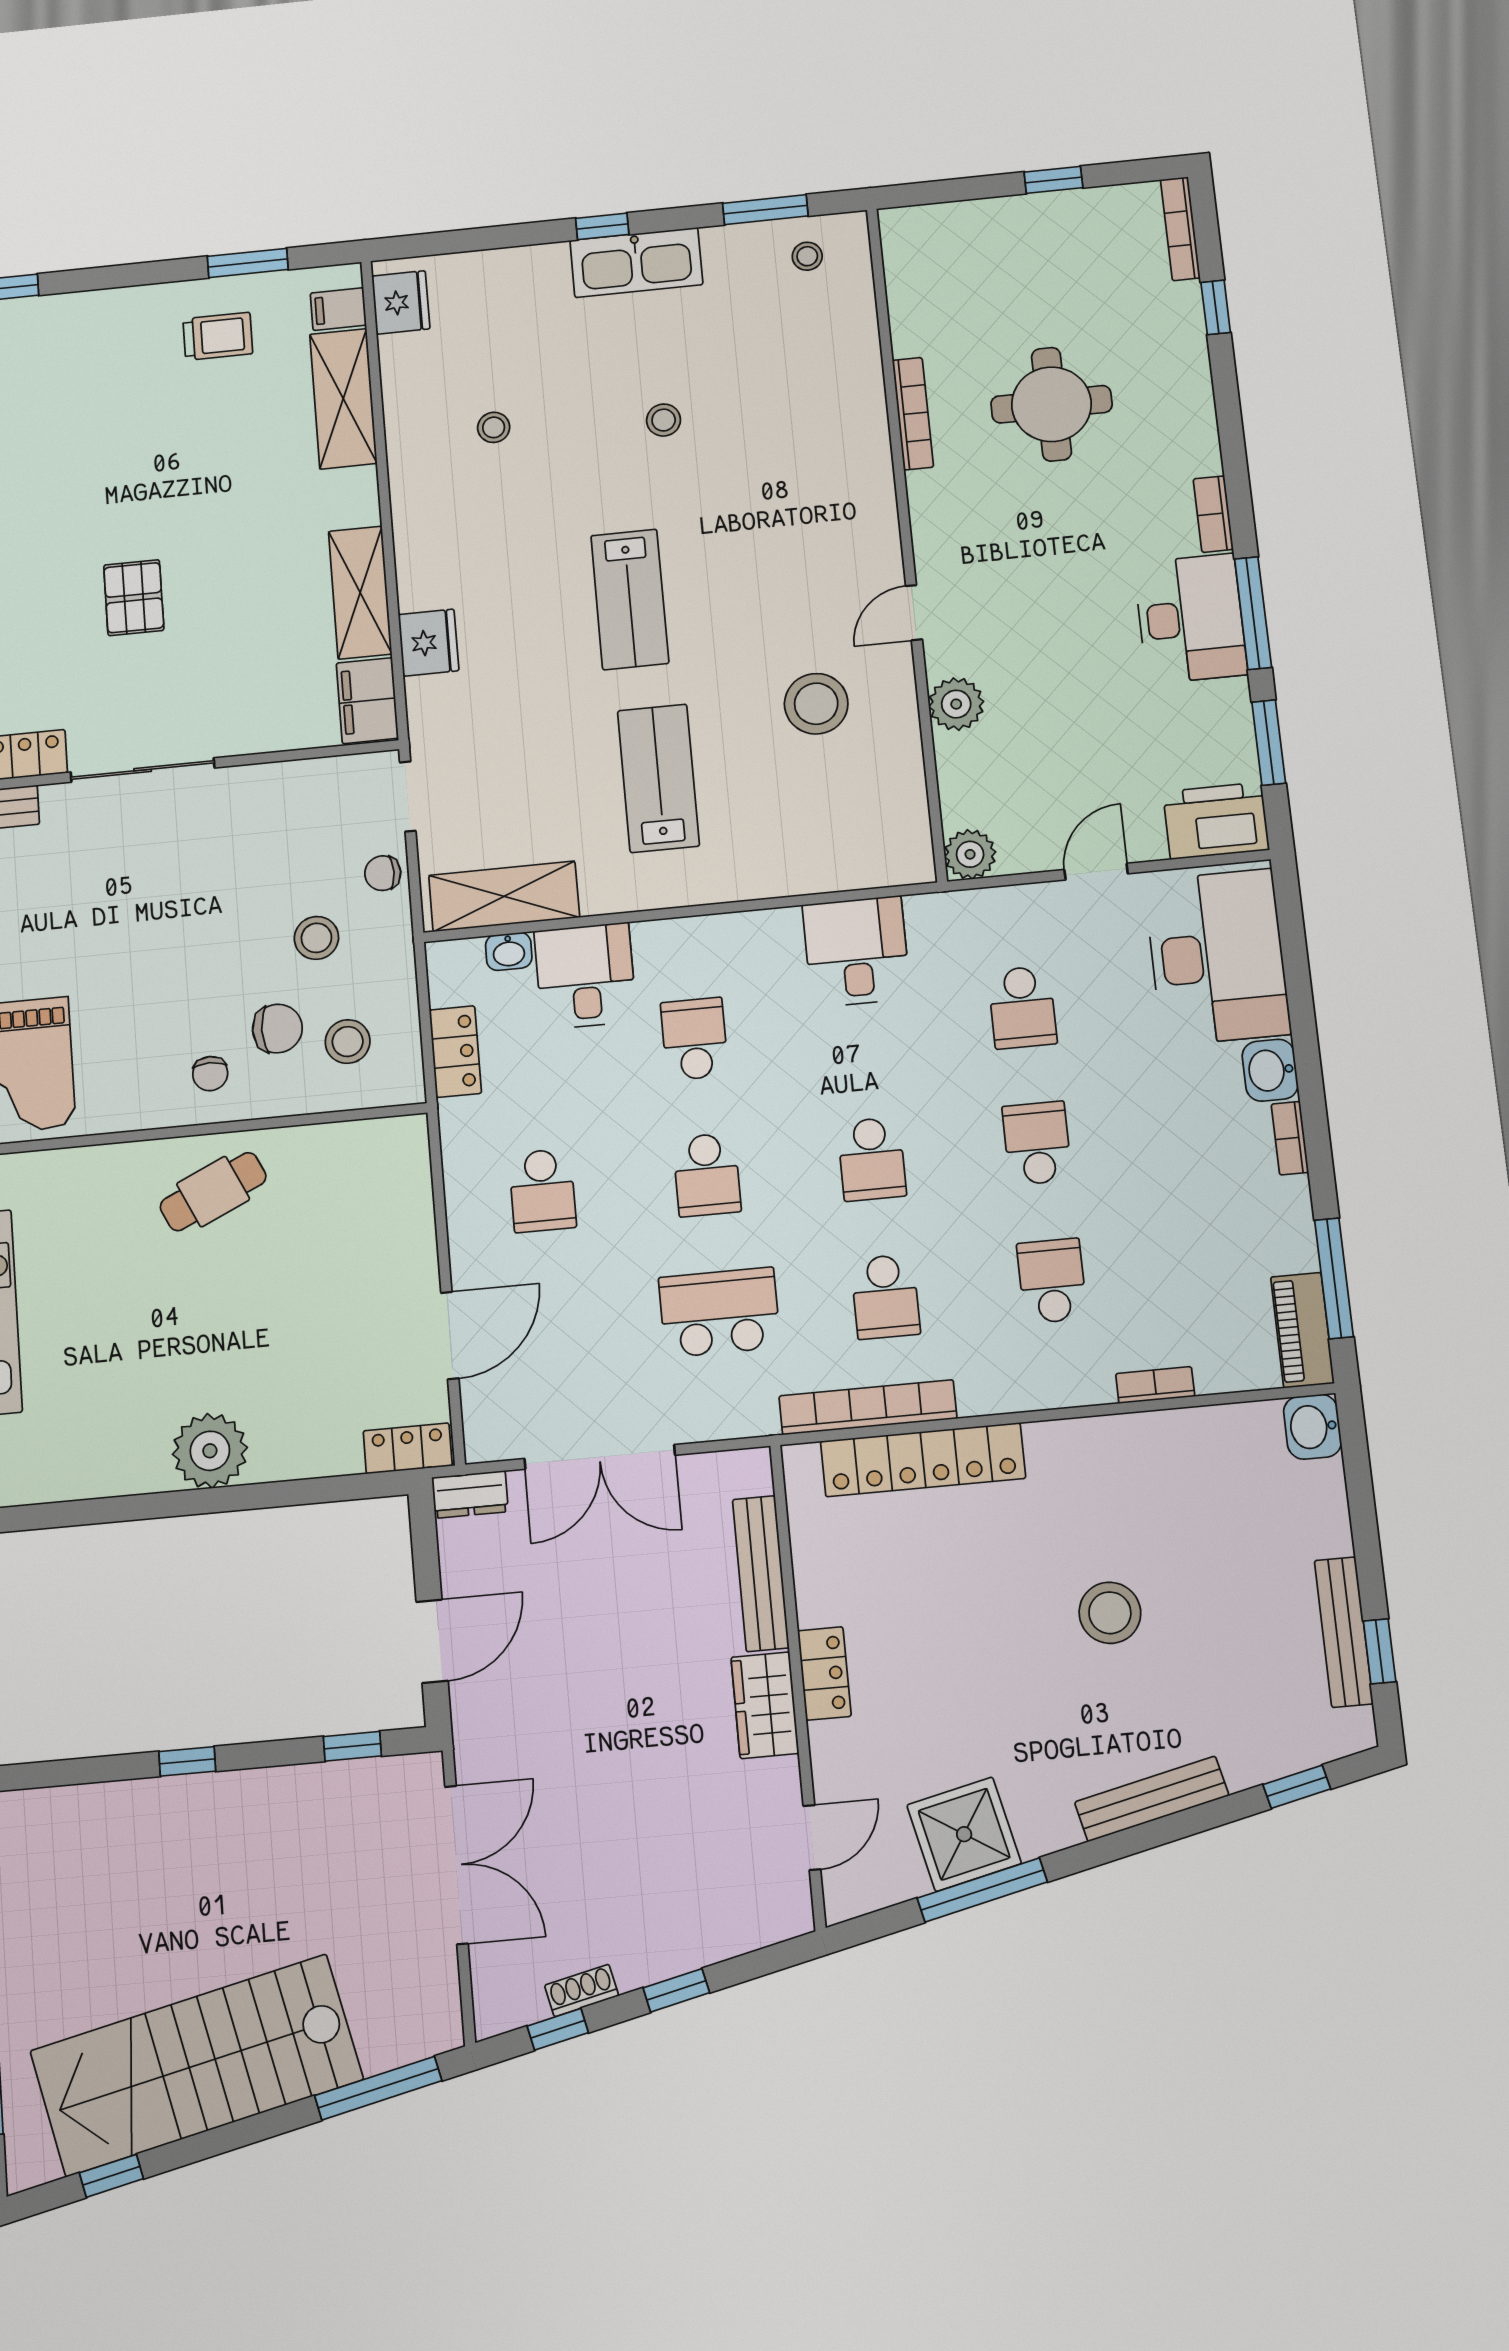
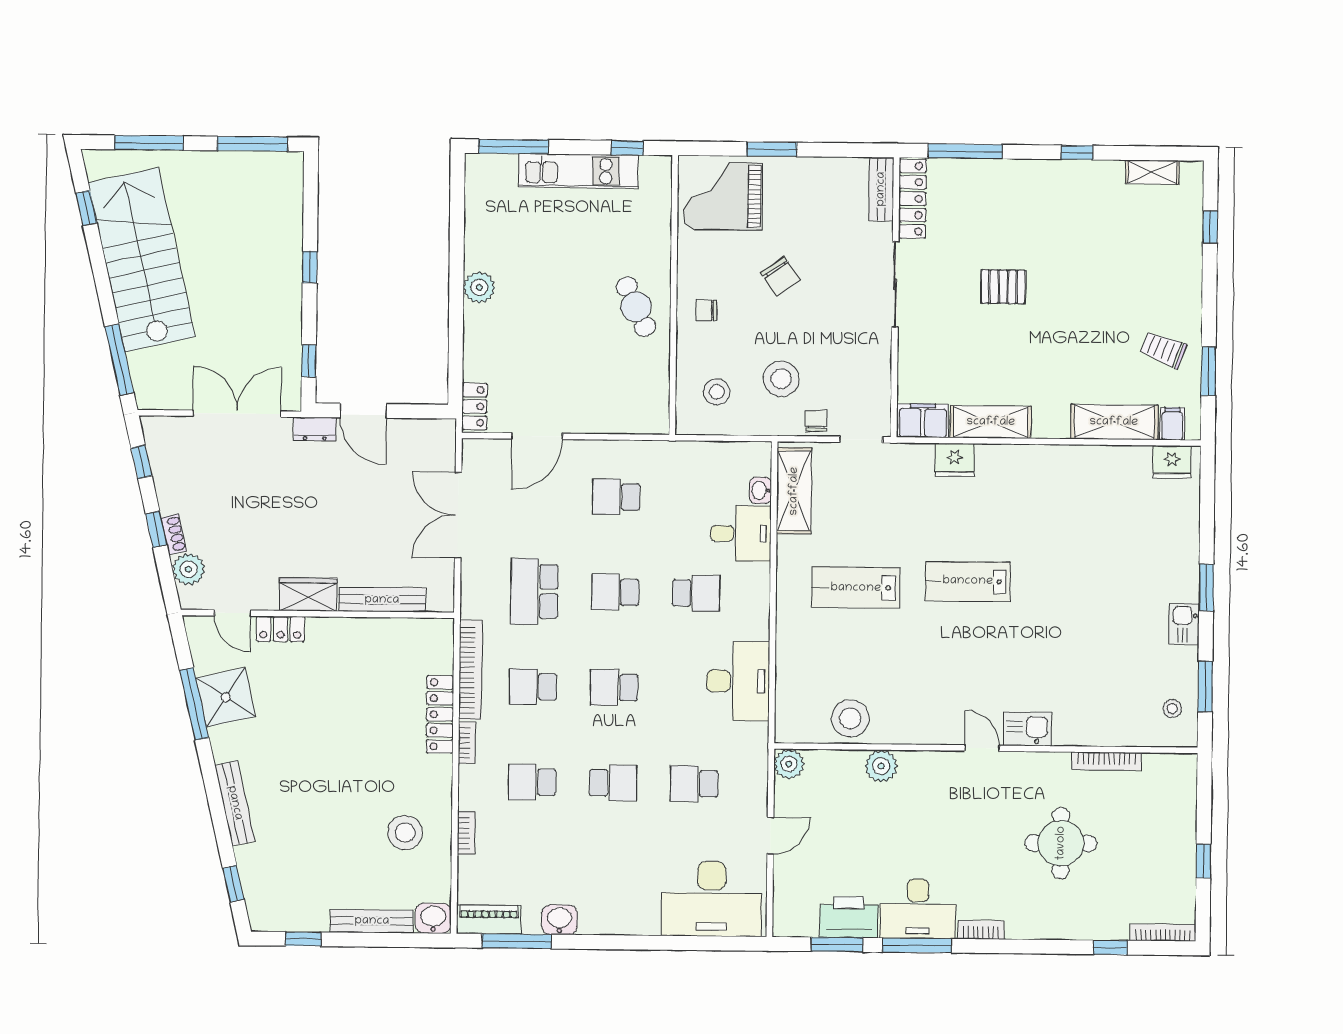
window: (602, 226) -> (1206, 588), width x1.50
kitchen sink: (636, 262) -> (1184, 624), width x0.53, depth x0.81
trolley: (218, 336) -> (1163, 350), turned 111
bookcase: (913, 414) -> (1106, 761), moved
stool: (664, 420) -> (1078, 612), removed
stool: (494, 427) -> (1085, 511), removed
kitchen sink: (866, 478) -> (1027, 729), added
door: (914, 613) -> (982, 748), moved
stool: (816, 704) -> (850, 718), moved
lab bench: (658, 778) -> (856, 588), turned 180
printer: (1216, 821) -> (849, 917), moved, turned -90
door: (1096, 872) -> (770, 836), hinge flipped
stool: (316, 938) -> (781, 379), width x1.38, depth x1.38
desk: (856, 952) -> (738, 681), width x1.37
chair: (277, 1029) -> (780, 277), moved, turned -35
locker: (455, 1052) -> (704, 454), removed
washbasin: (1270, 1070) -> (560, 920), moved
bookcase: (1290, 1138) -> (467, 743), moved, turned 90
school desk: (1052, 1281) -> (532, 782), turned 180
school desk: (719, 1312) -> (534, 591), turned 180
door: (450, 1336) -> (537, 436), hinge flipped
plant: (210, 1451) -> (479, 287), width x0.73, depth x0.73
locker: (923, 1460) -> (440, 714), width x0.71, depth x0.83
dresser: (470, 1495) -> (315, 429), moved, turned -90
stool: (1110, 1613) -> (405, 832), moved
bench: (1344, 1632) -> (372, 921), moved
locker: (824, 1673) -> (280, 629), moved
double door: (456, 1865) -> (237, 414), swing flipped
plant: (742, 1924) -> (189, 569), added
shoe rack: (582, 1991) -> (174, 534), moved

